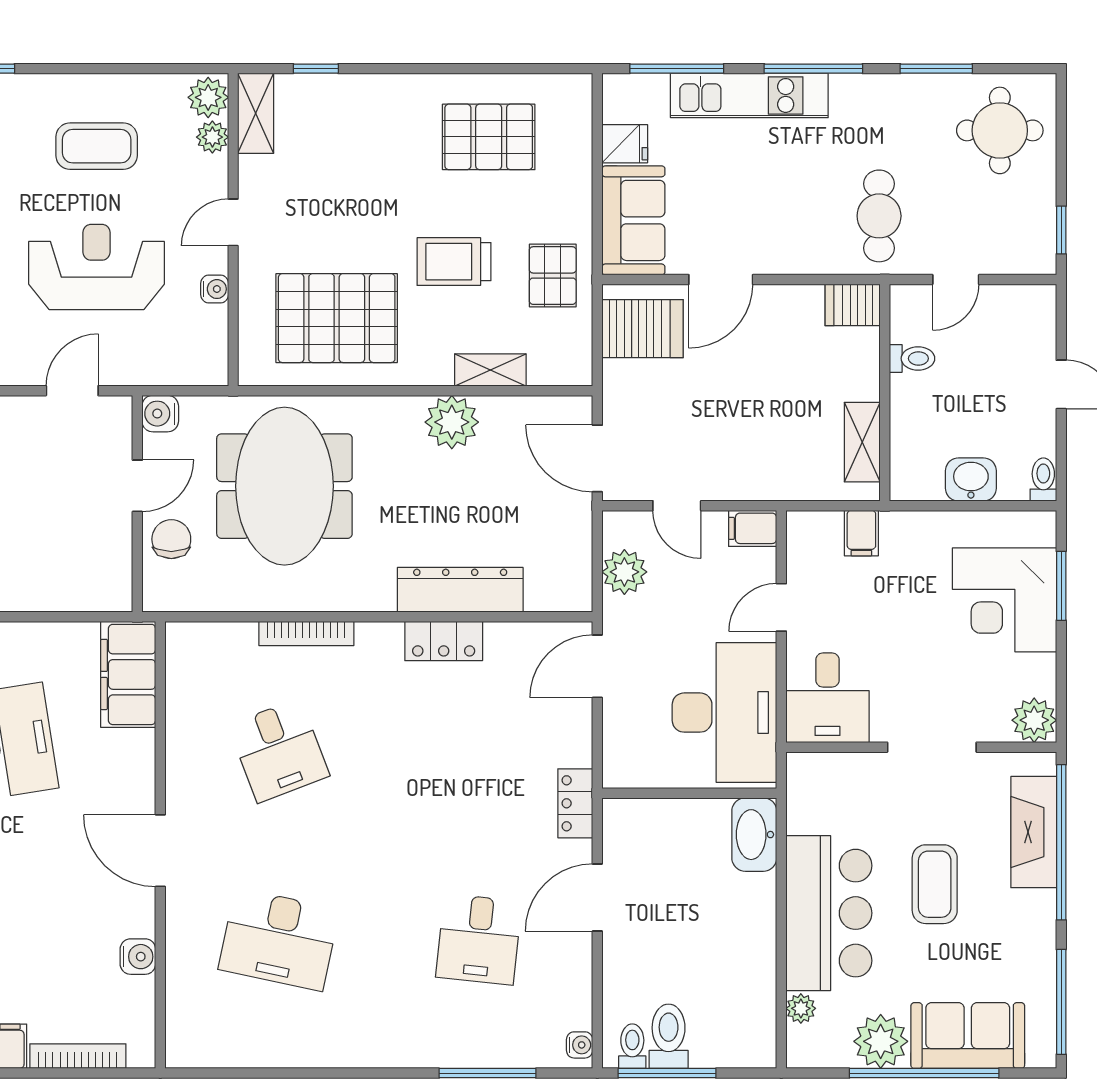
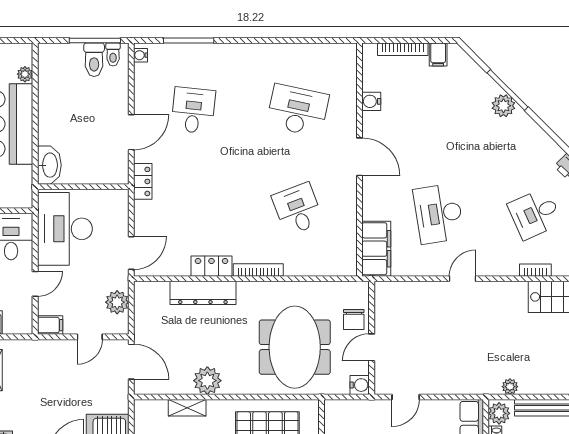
door: (677, 506) -> (90, 337), swing flipped
bookcase: (306, 634) -> (258, 270), moved

